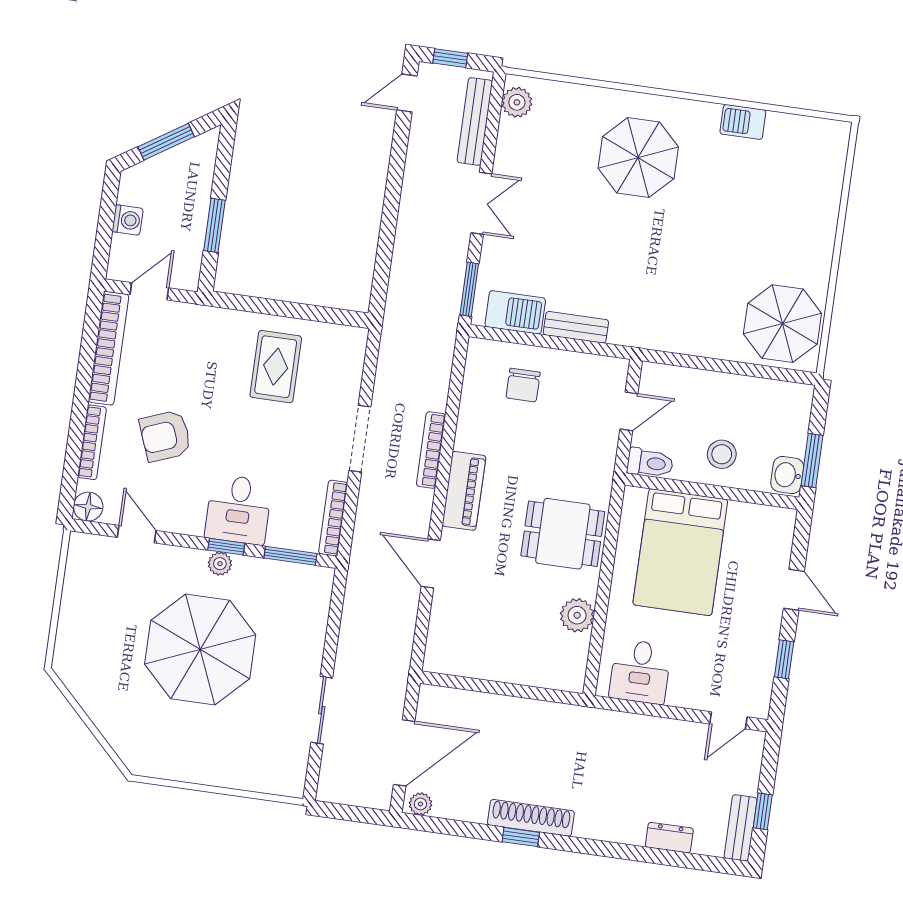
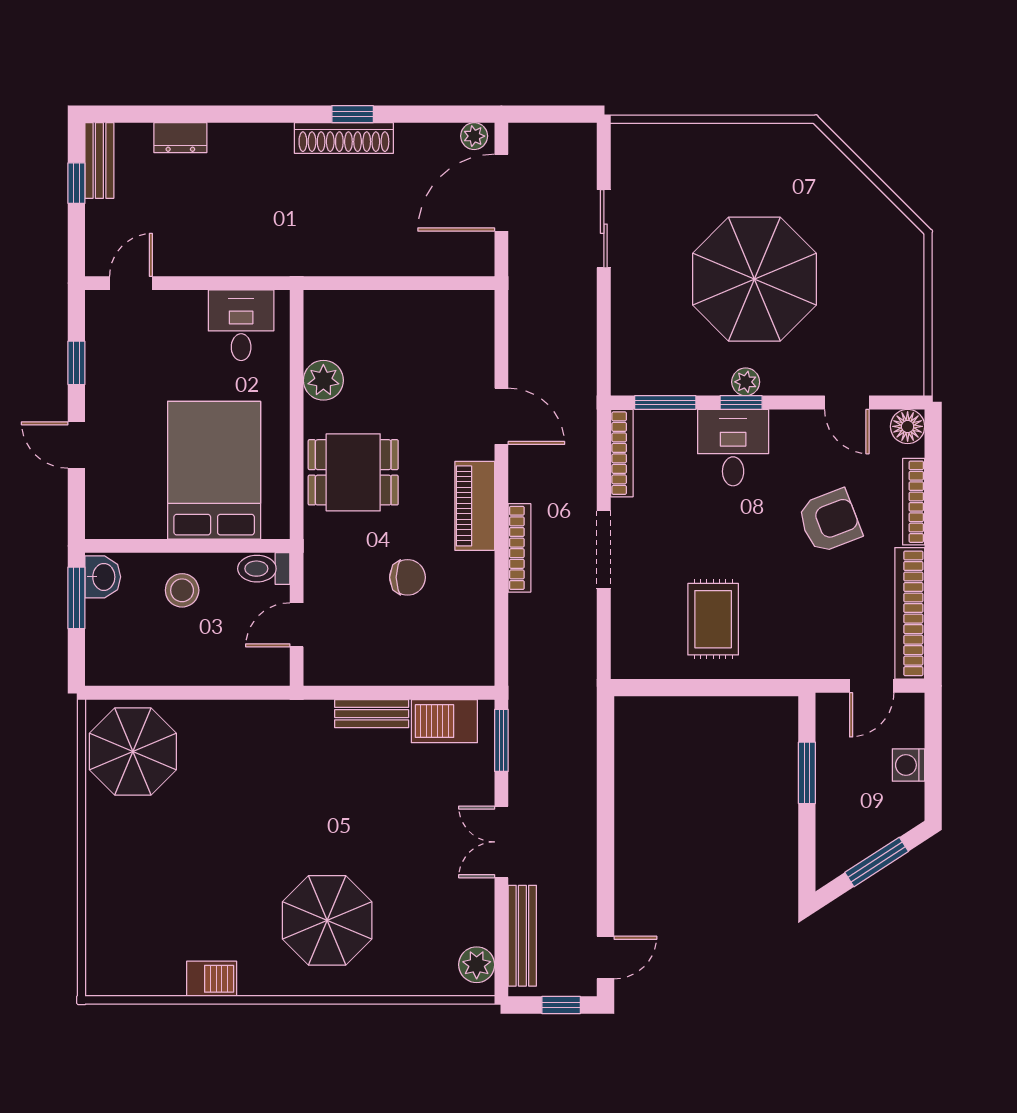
chair: (523, 385) -> (408, 577), moved, turned 90

